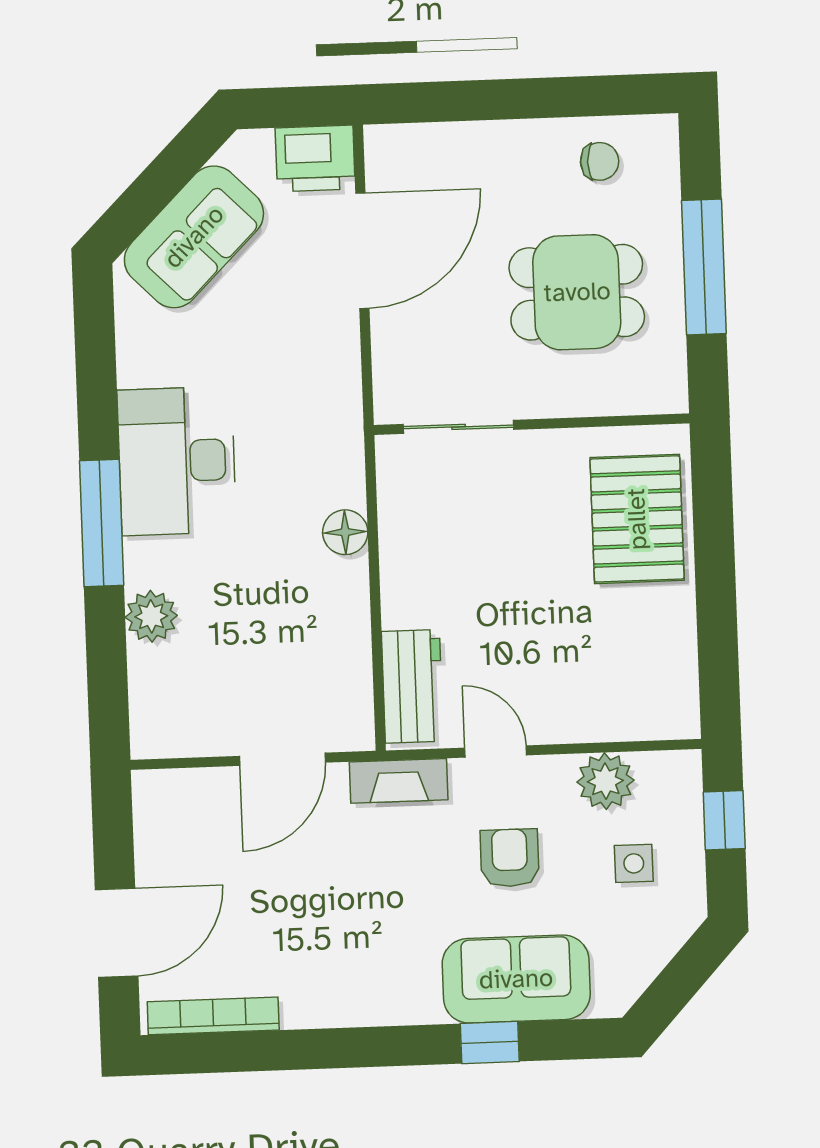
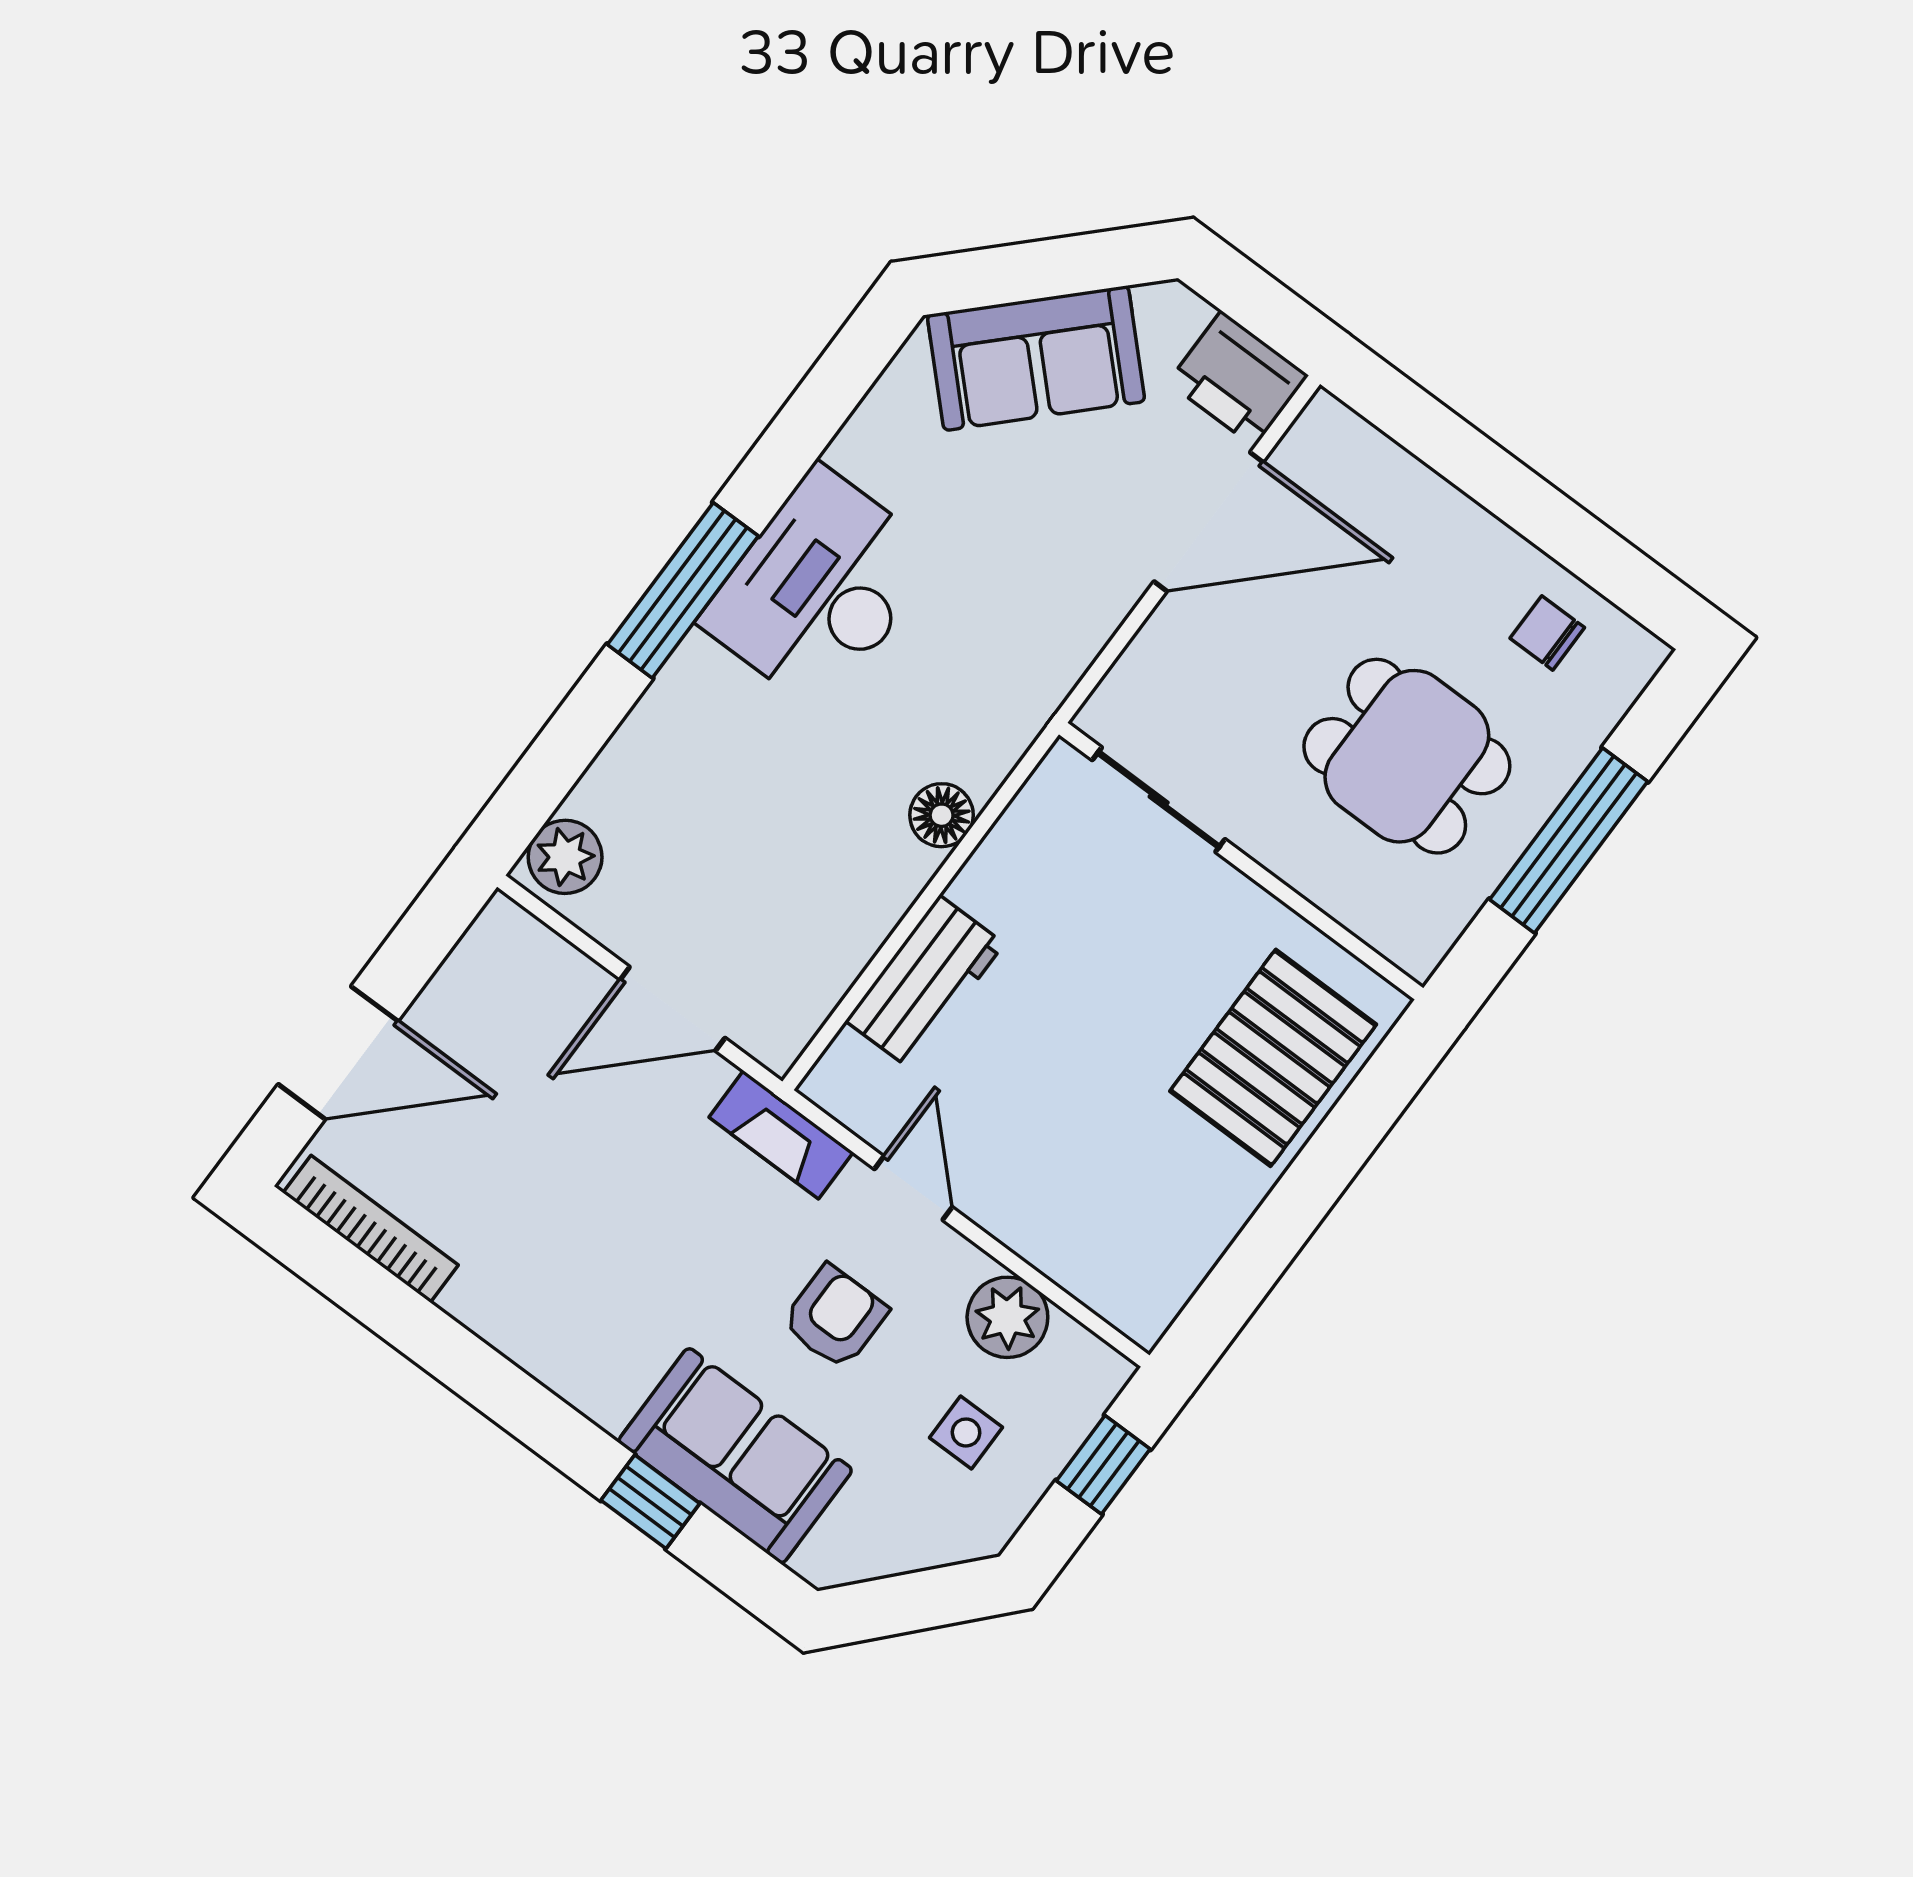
chair: (600, 161) -> (1547, 633), turned 180
plant: (151, 616) -> (565, 857), moved
workbench: (412, 686) -> (925, 982), moved

